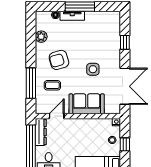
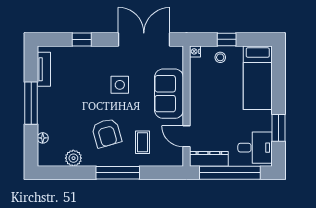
tv unit: (72, 16) -> (44, 69), moved
window: (31, 83) -> (118, 173), moved

